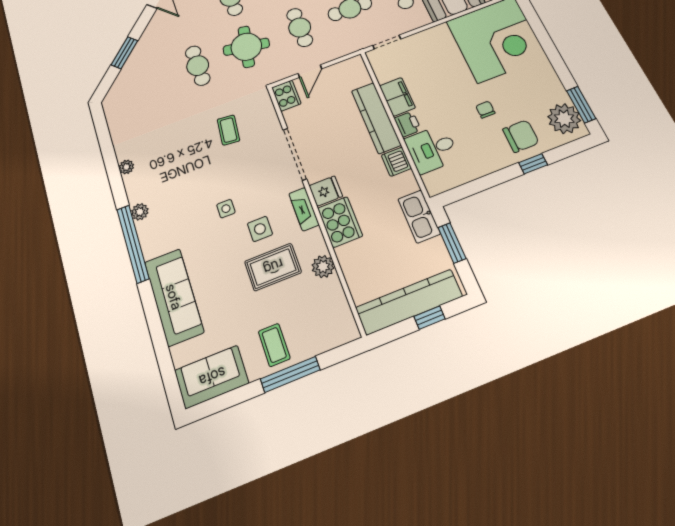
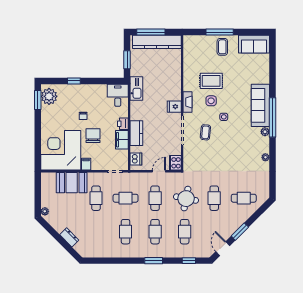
filing cabinet: (441, 34) -> (86, 164), added
window: (124, 53) -> (240, 232), moved
cafe table: (146, 85) -> (244, 198), added
kitchen counter: (376, 118) -> (136, 133), width x0.67
coffee table: (228, 130) -> (205, 132), moved
chair: (521, 136) -> (93, 136), moved, turned 90
desk: (432, 149) -> (118, 95), moved, turned -90
dishwasher: (396, 162) -> (136, 159), moved
kitchen sink: (419, 216) -> (136, 89), moved
cooker: (340, 222) -> (173, 89), removed
plant: (323, 267) -> (189, 72), removed
sofa: (174, 297) -> (260, 105), moved
window: (430, 318) -> (151, 32), width x2.17

